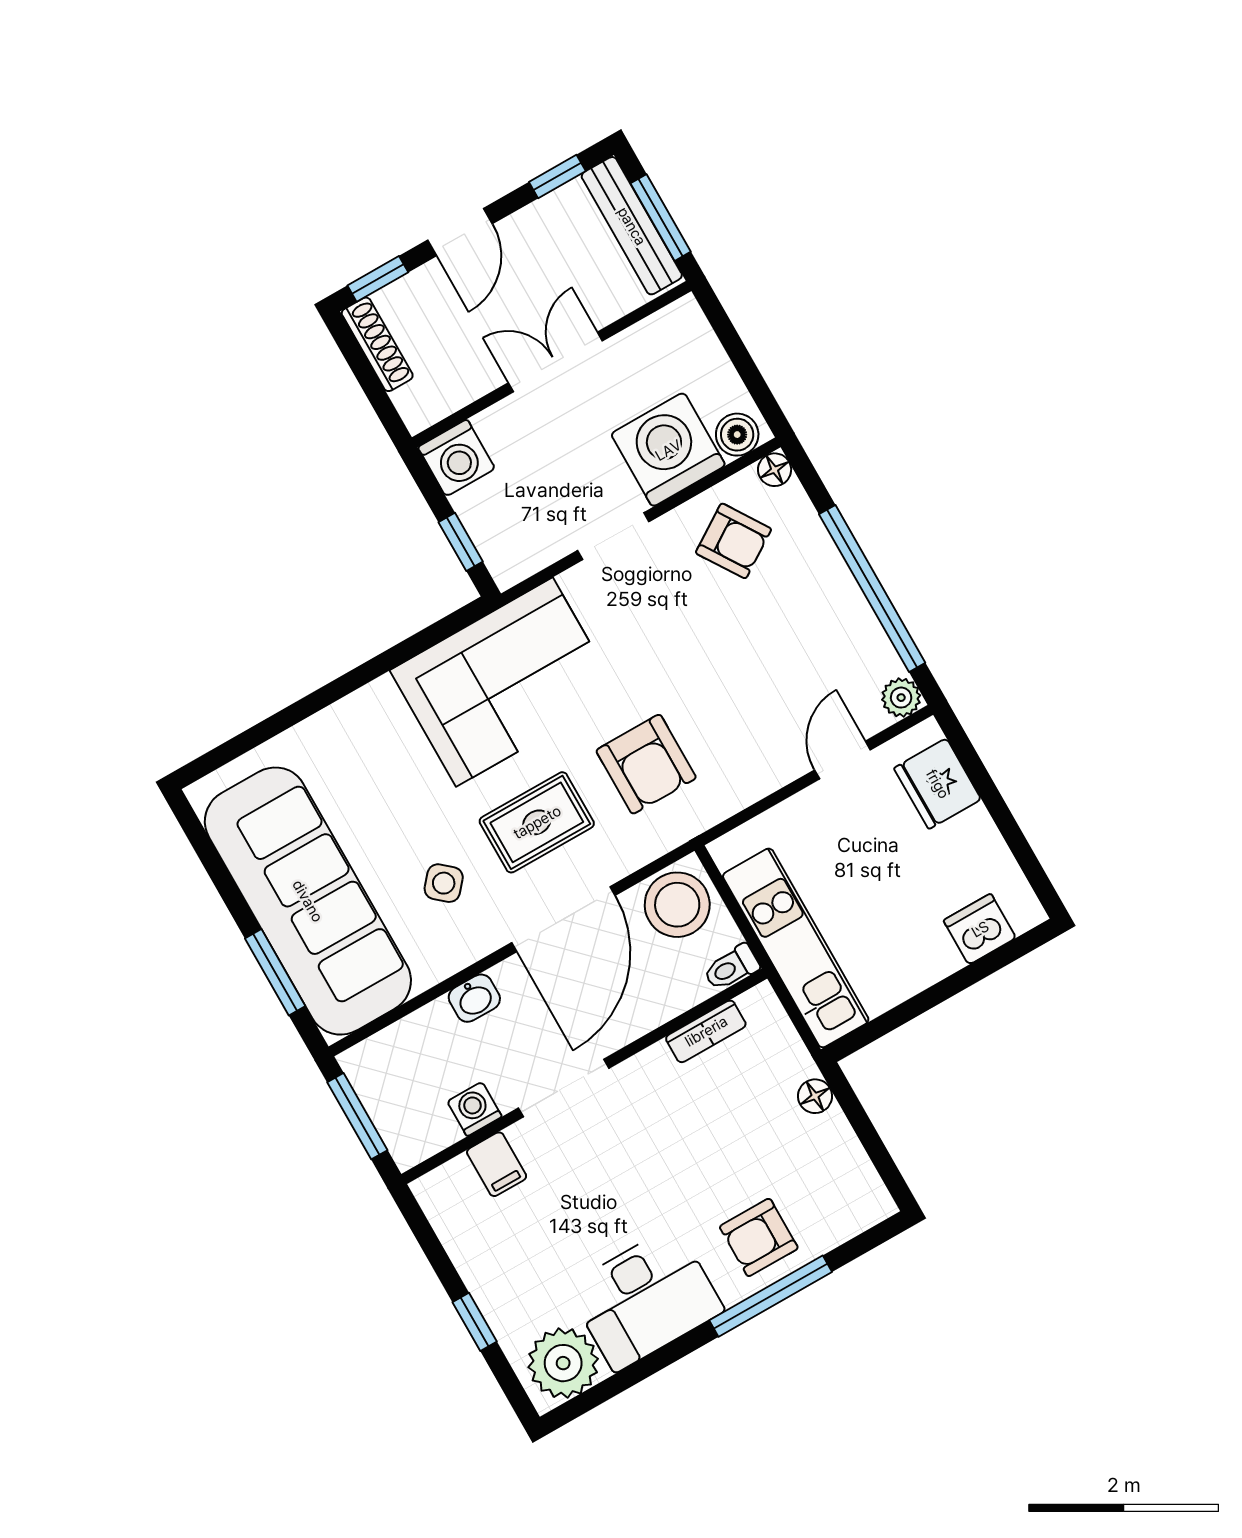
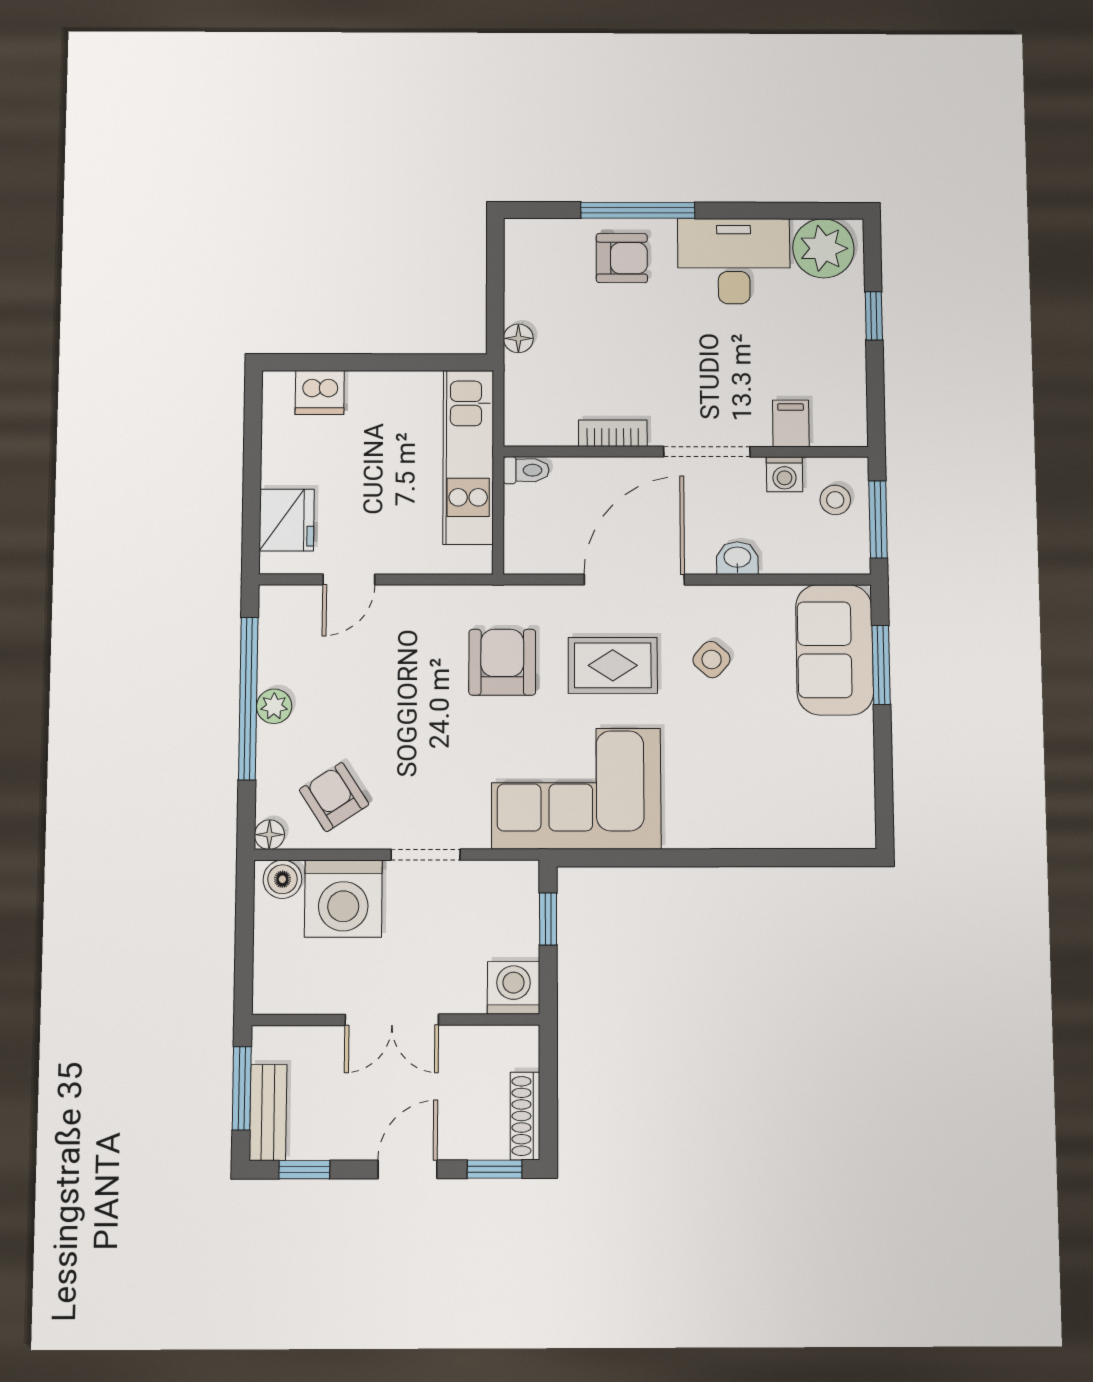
bench: (632, 226) -> (268, 1113), width x0.73
plant: (901, 698) -> (274, 706), moved
sofa: (308, 901) -> (834, 650), width x0.54, depth x0.79
stool: (677, 905) -> (835, 500), moved, width x0.53, depth x0.53
bookcase: (706, 1031) -> (613, 433), moved

